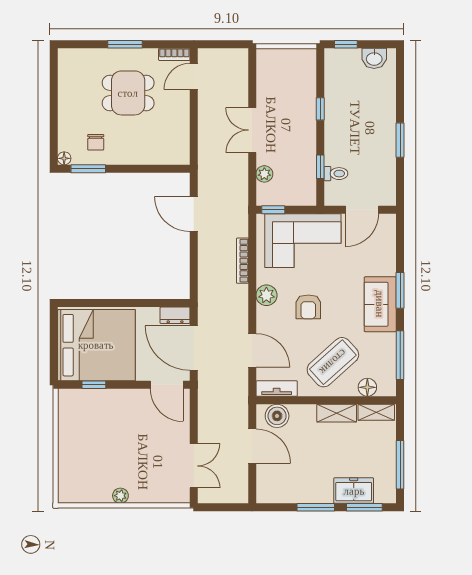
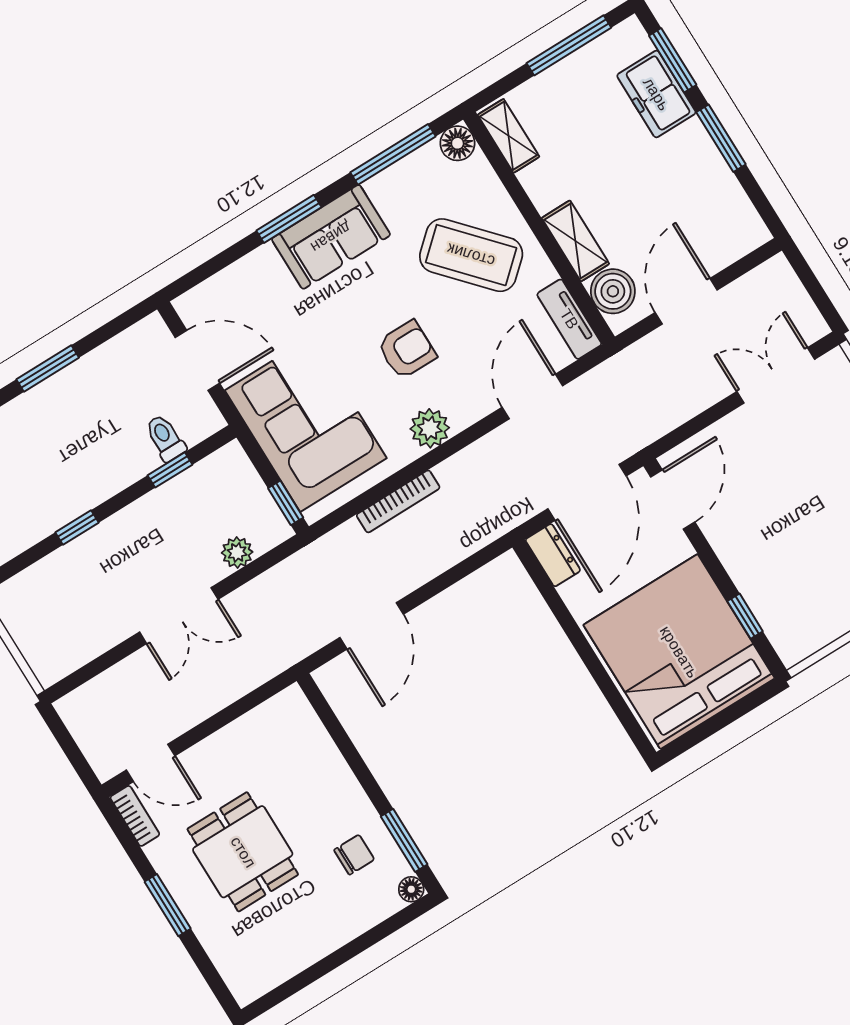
floor lamp: (367, 387) -> (457, 143), moved
shelving: (337, 413) -> (575, 241), moved

